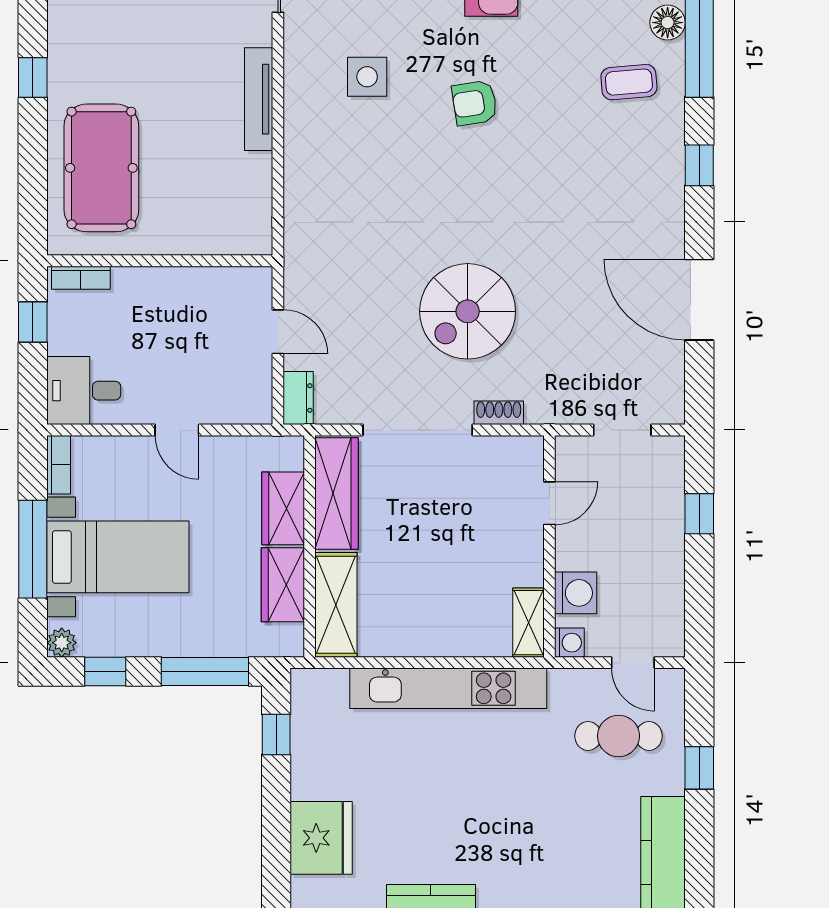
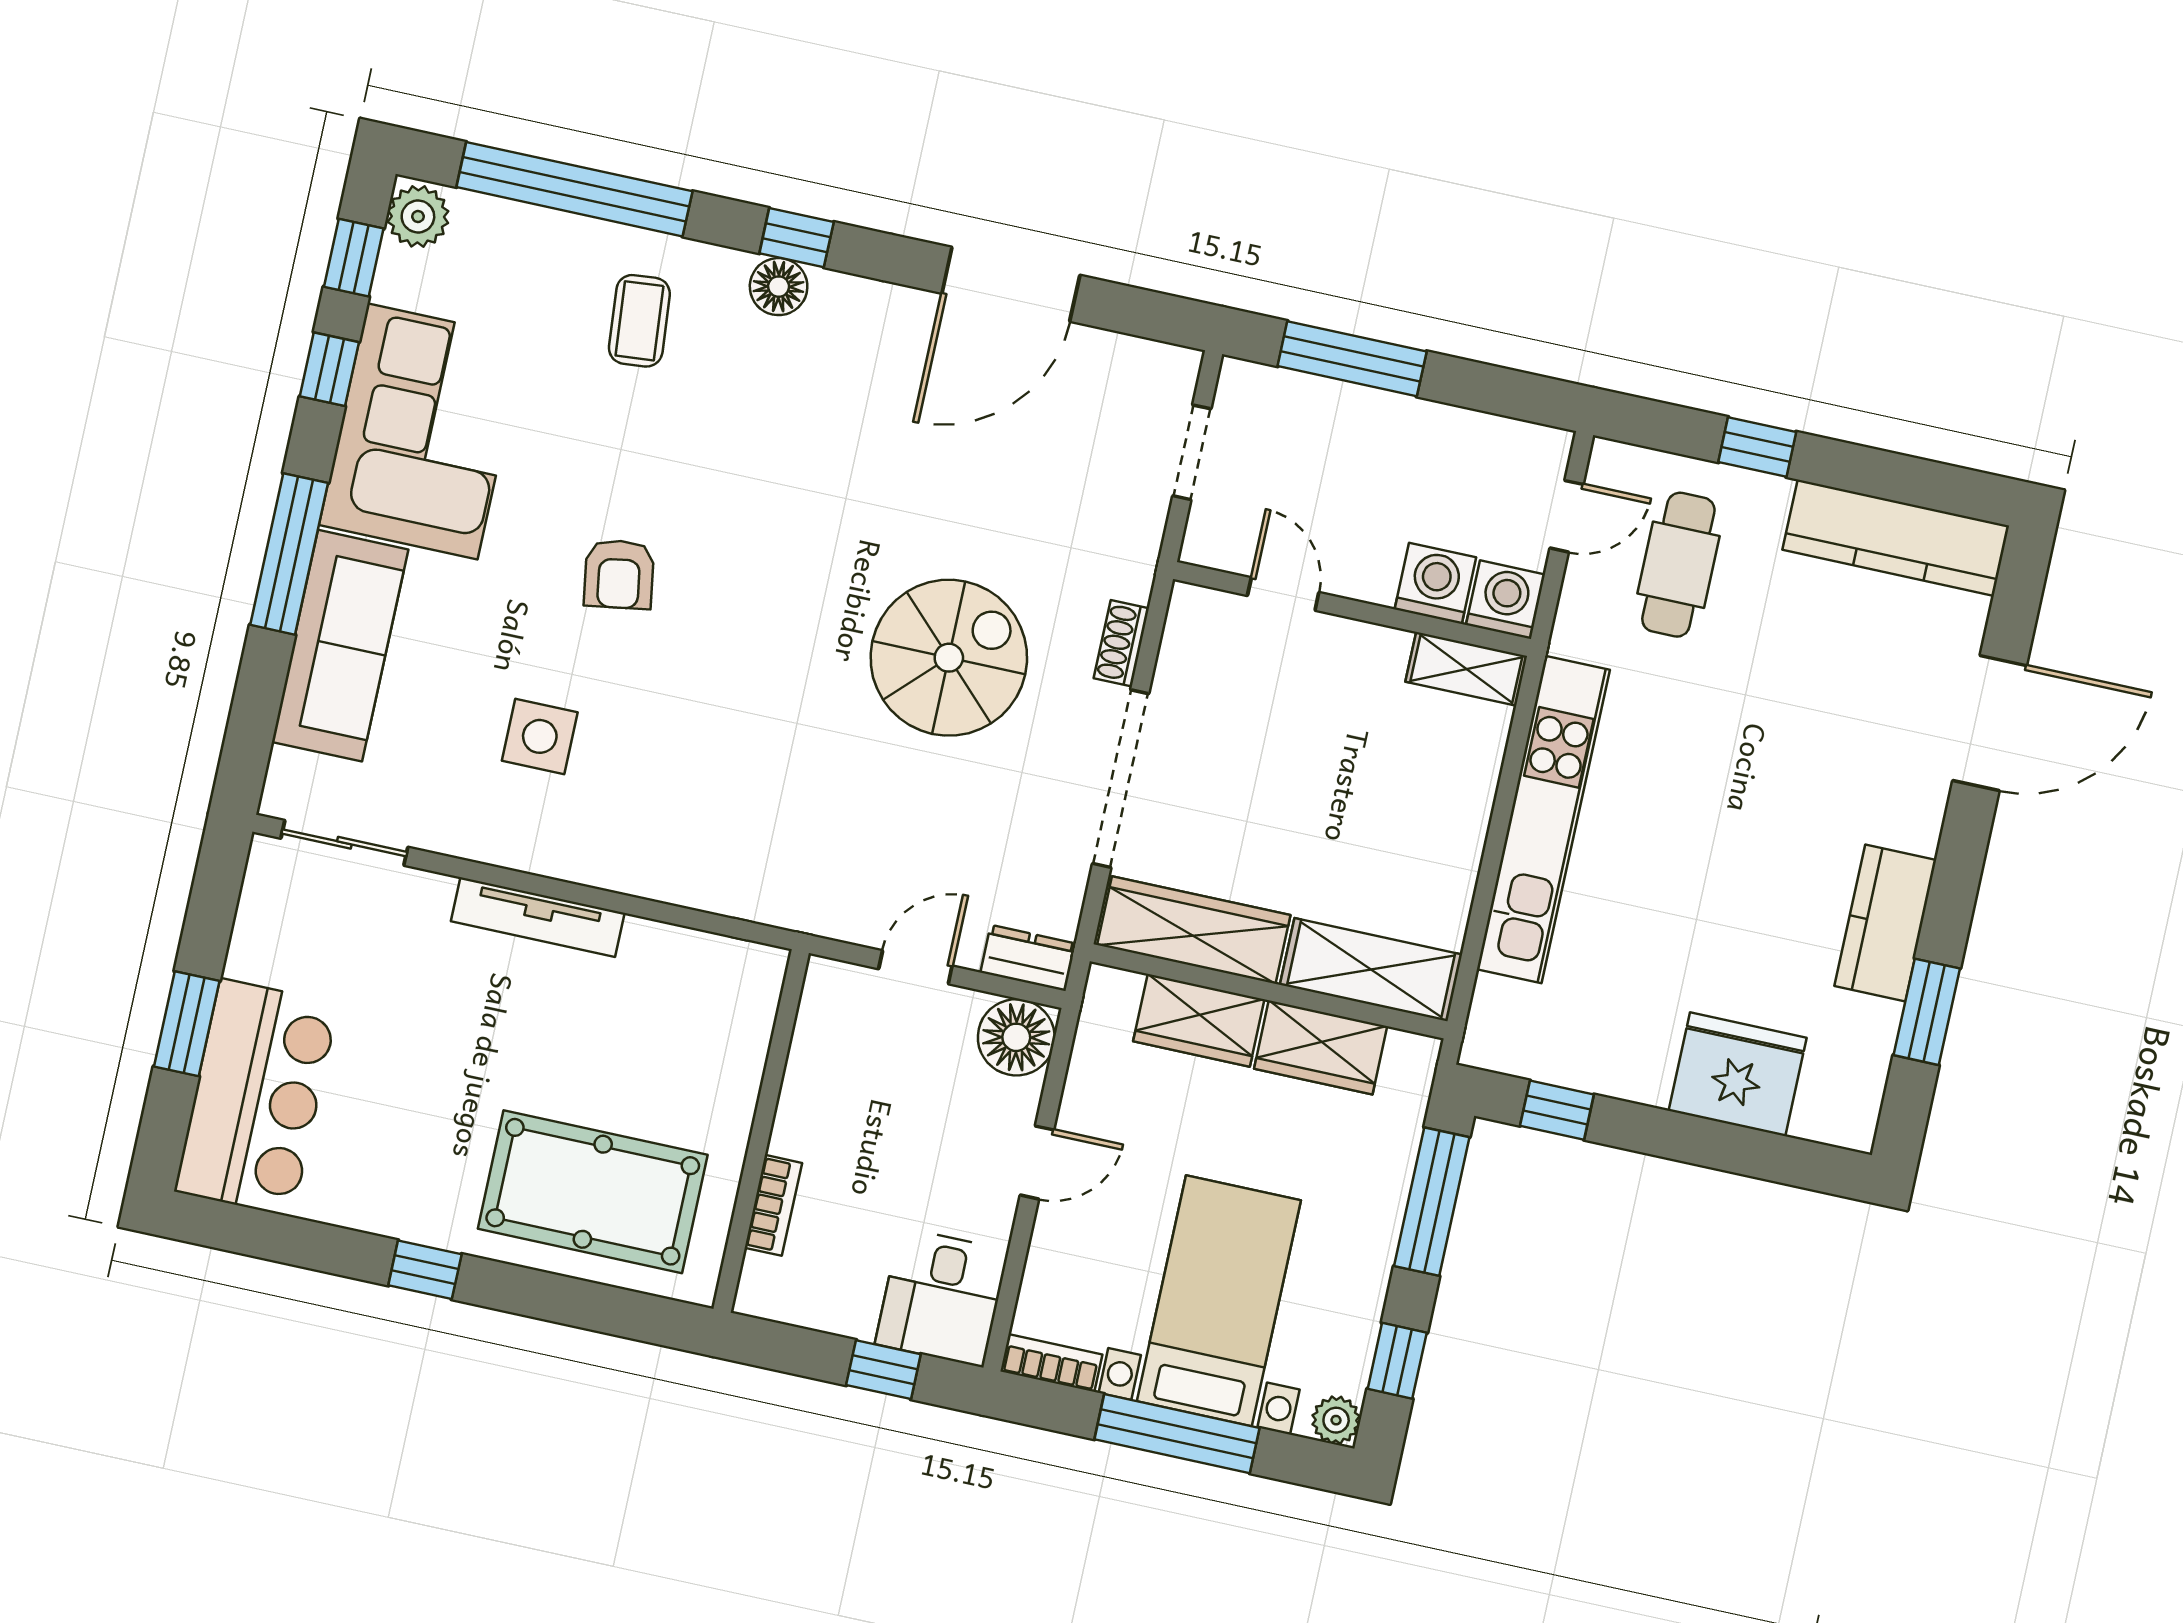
floor lamp: (668, 23) -> (779, 287), moved
bookcase: (81, 278) -> (773, 1205), moved
spiral stairs: (468, 311) -> (949, 658), turned -90
window: (33, 322) -> (883, 1370), moved
floor lamp: (249, 401) -> (1016, 1037), added
window: (699, 514) -> (1352, 359), width x2.17
washing machine: (569, 643) -> (1506, 600), width x1.38, depth x1.38

